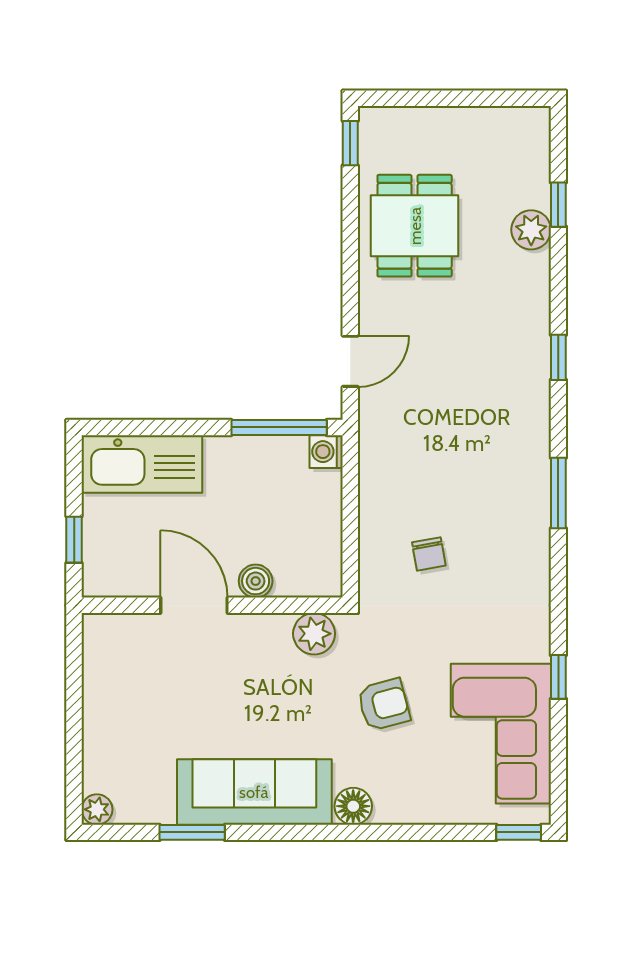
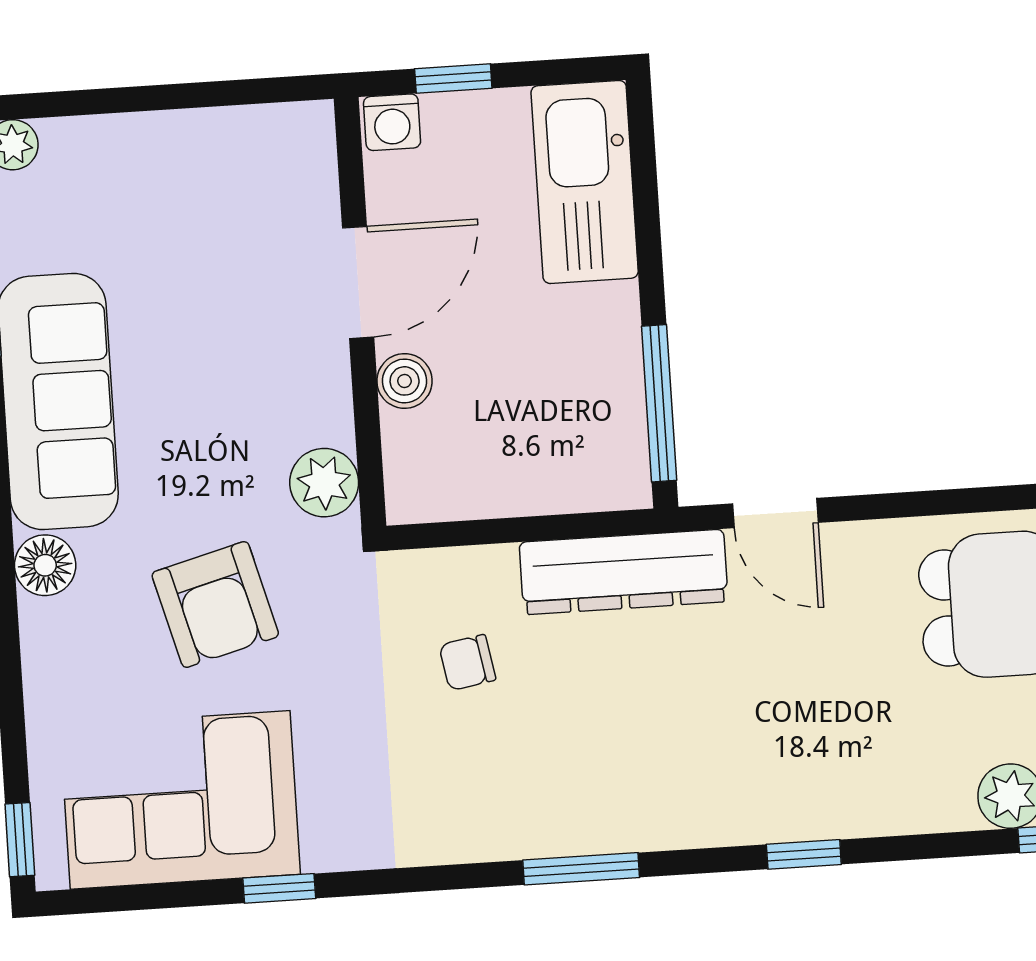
washing machine: (326, 452) -> (392, 122), moved, turned 180
dresser: (380, 456) -> (624, 572), added
armchair: (384, 705) -> (215, 604), width x1.38, depth x1.38

